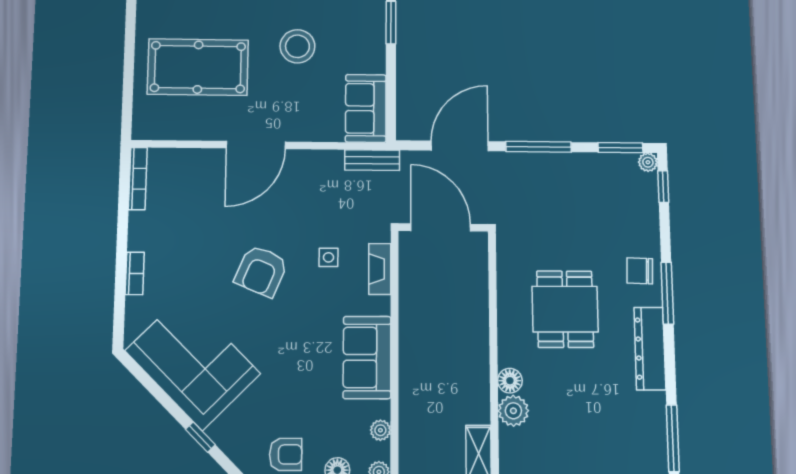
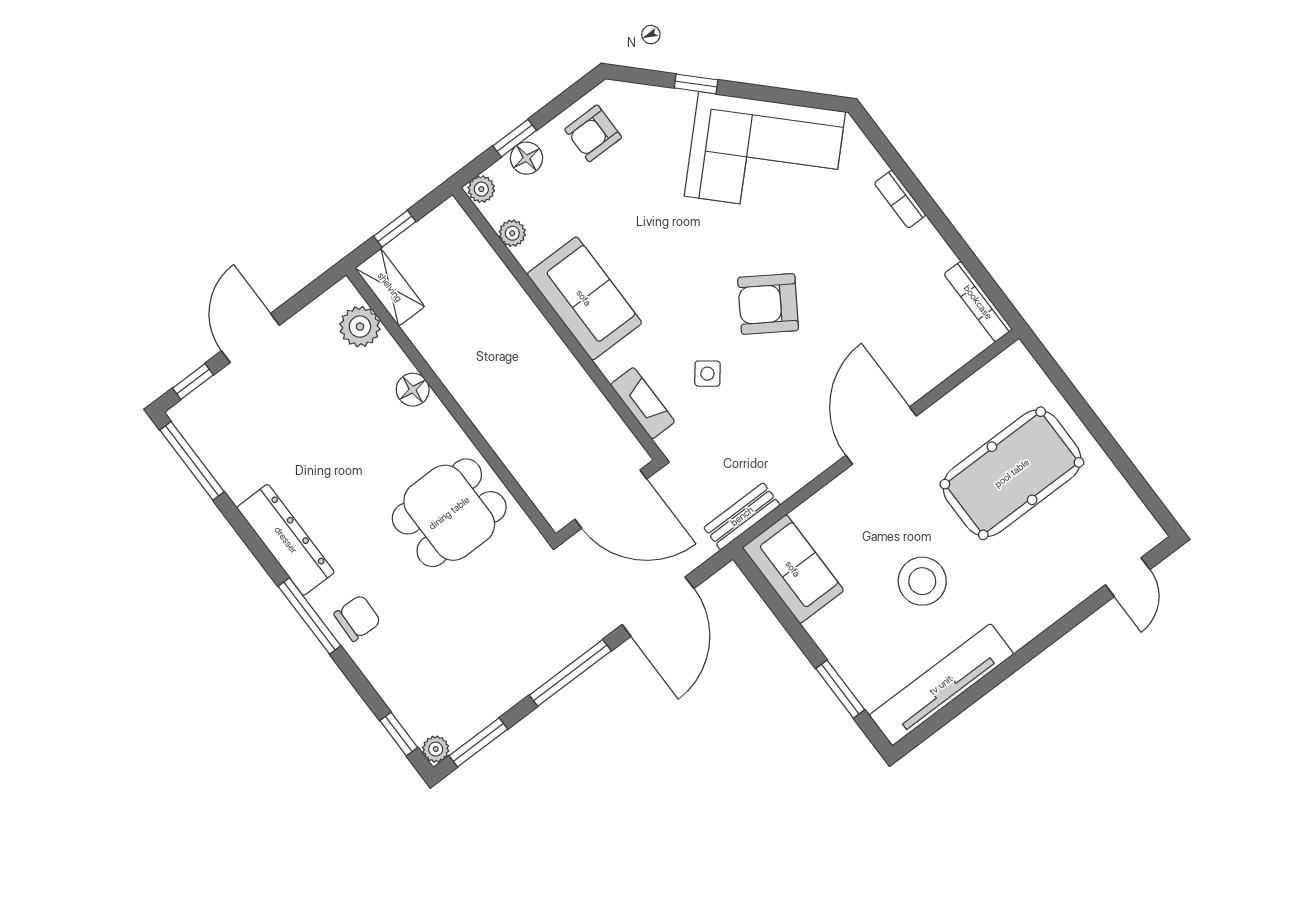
side table: (328, 257) -> (707, 374), turned 38
armchair: (261, 271) -> (768, 304), turned -80
dining table: (565, 309) -> (449, 513), moved, turned 90
plant: (513, 411) -> (360, 327), moved

